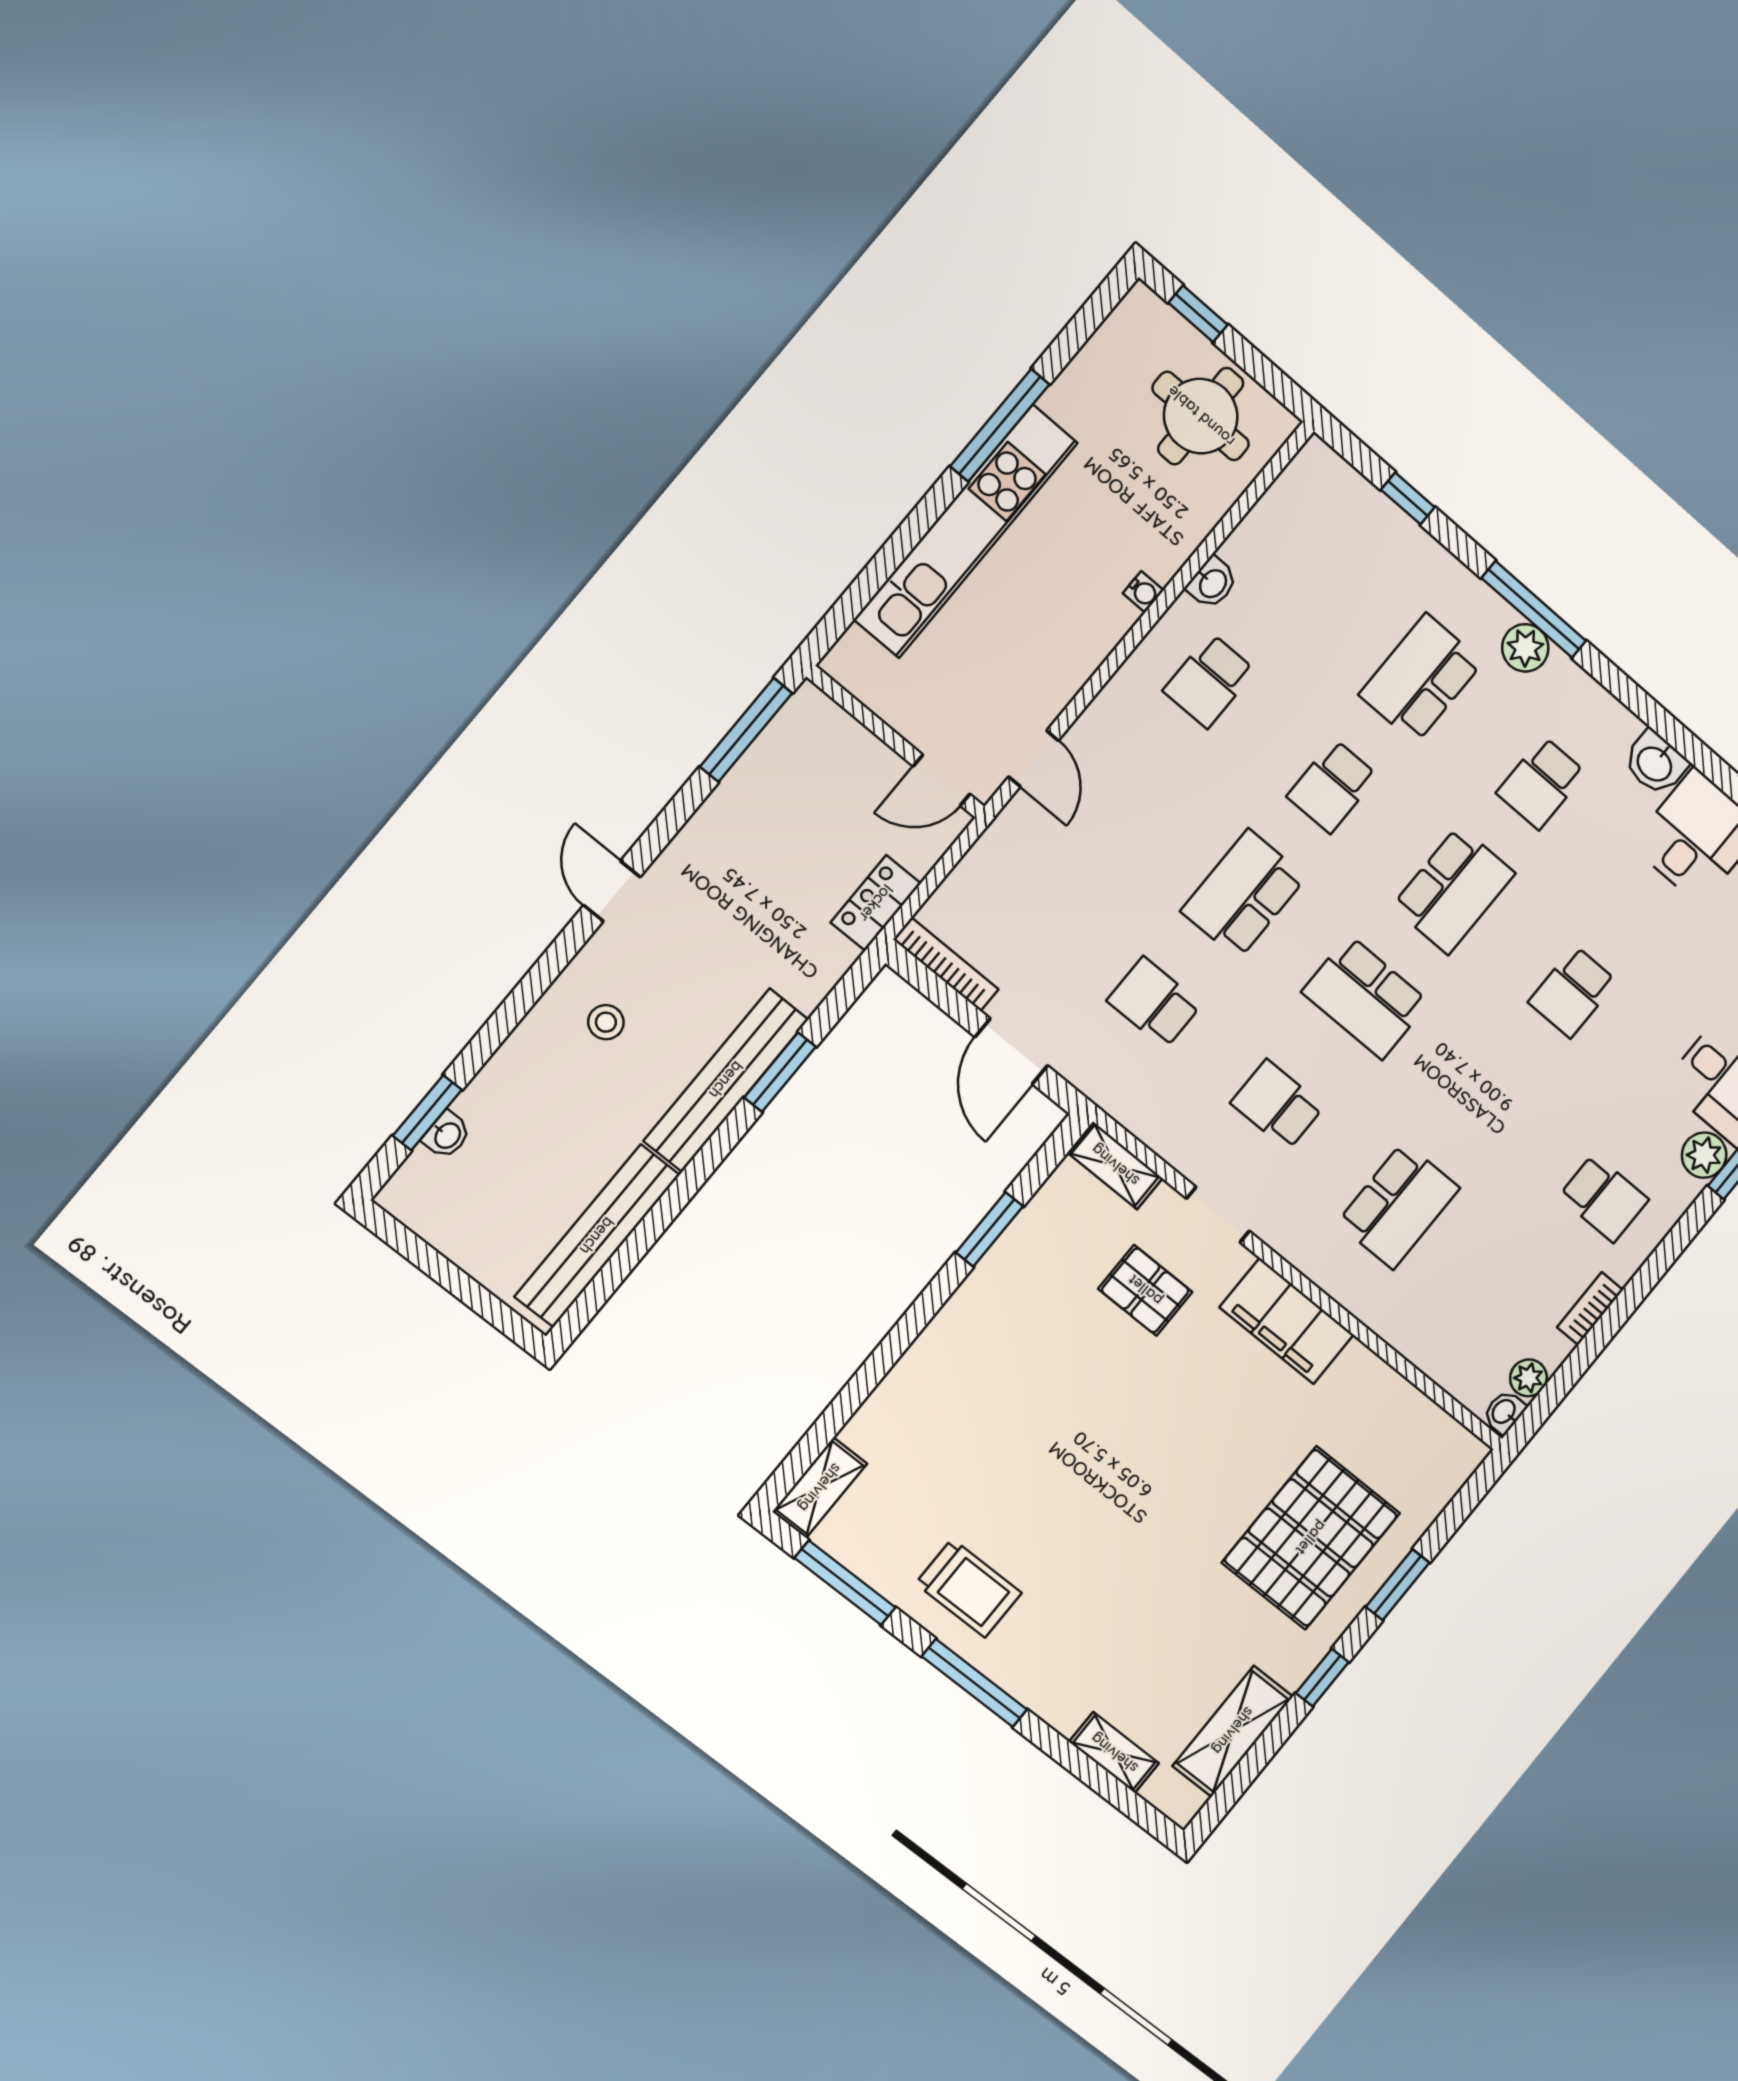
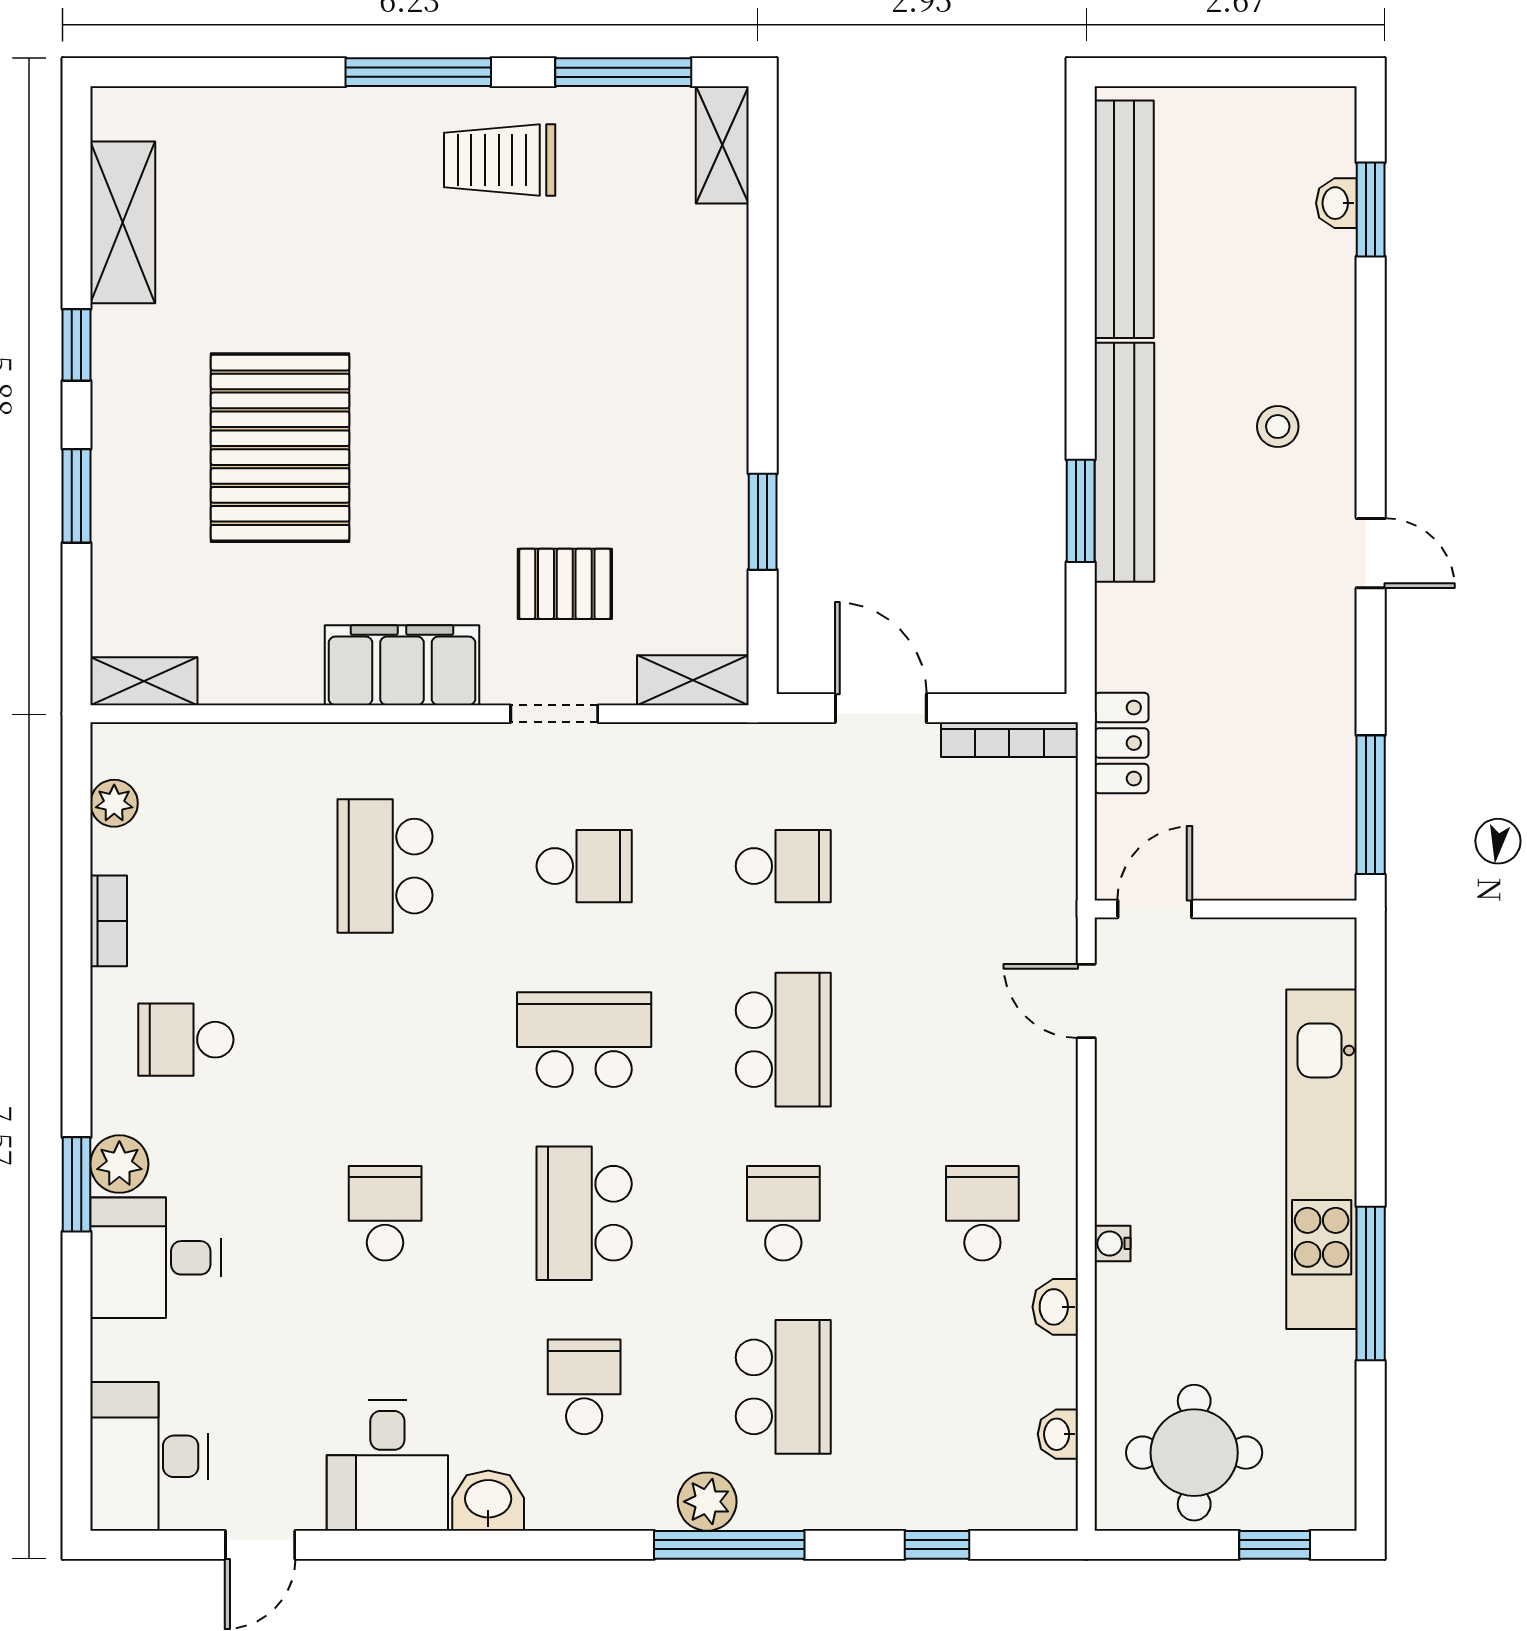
washbasin: (1504, 1412) -> (1058, 1434), moved, turned 180
pallet: (1311, 1538) -> (280, 448), moved
shelving: (1114, 1753) -> (144, 681), moved

